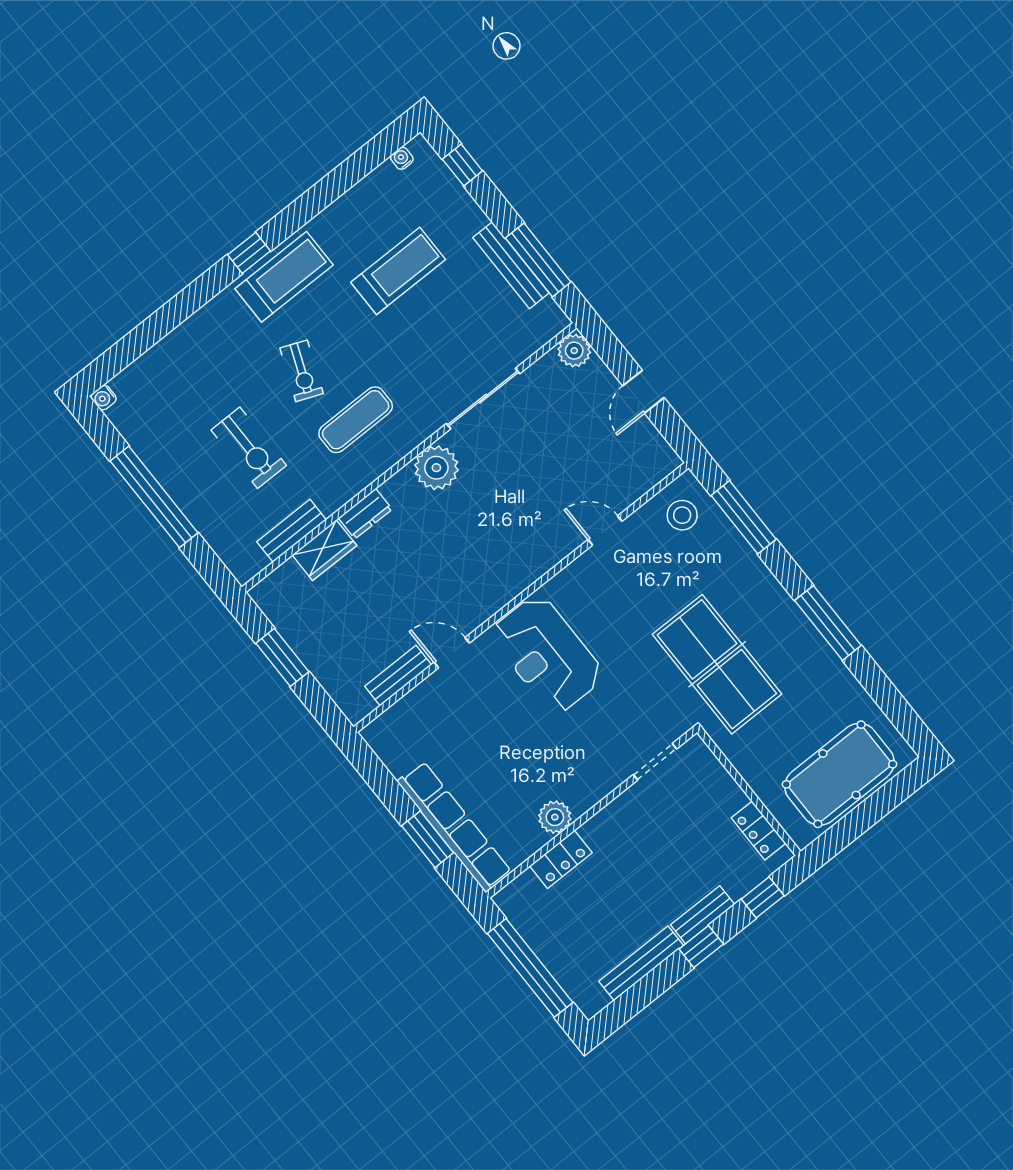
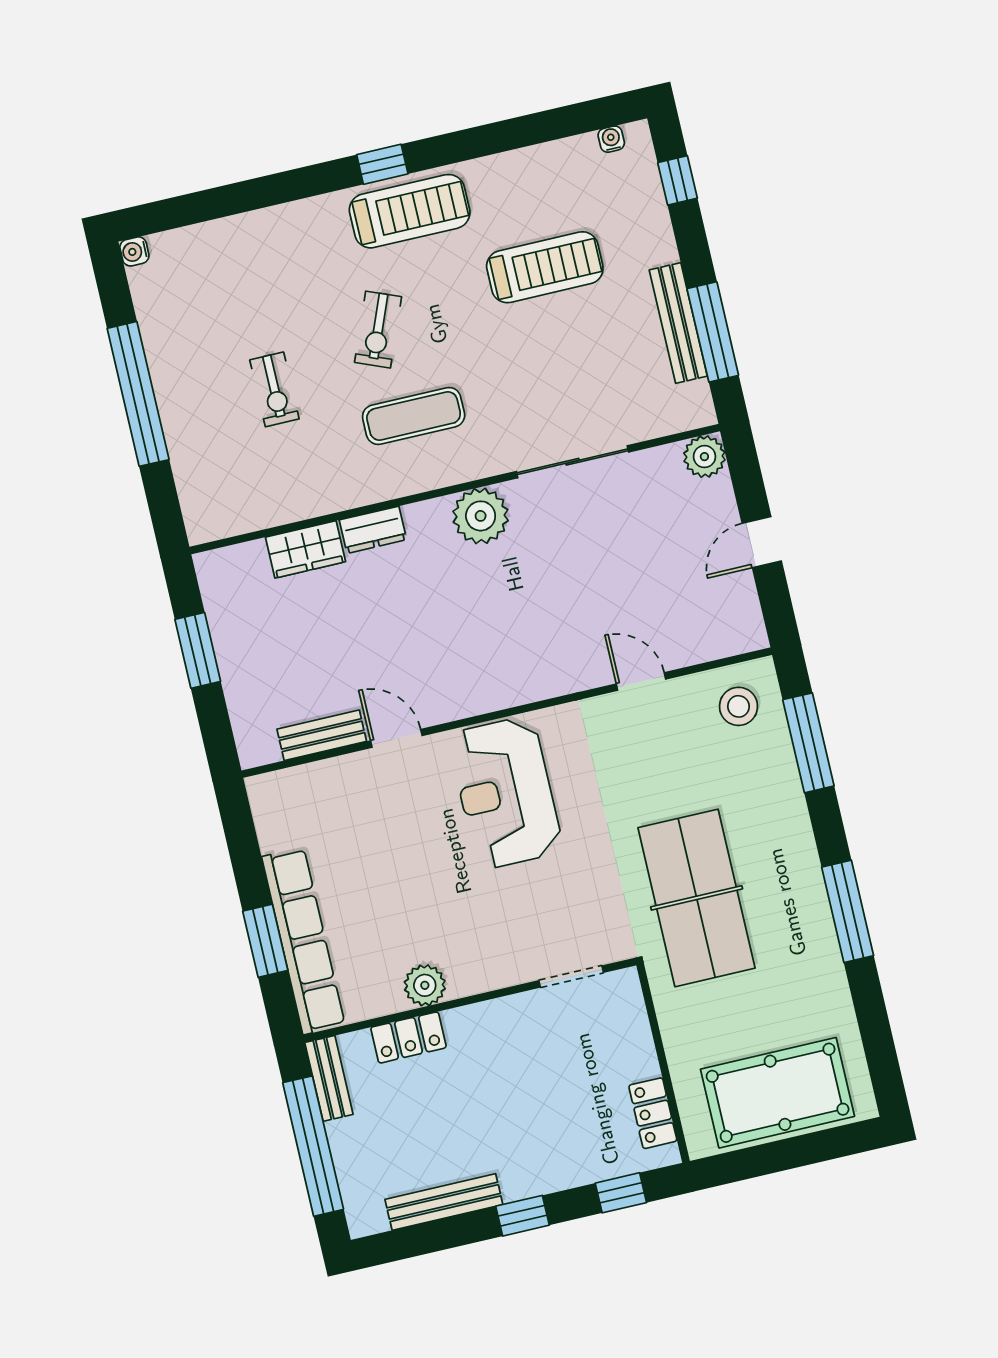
exercise bike: (249, 448) -> (274, 389), width x0.73, depth x0.72
bench: (292, 531) -> (278, 509), removed
bench: (703, 915) -> (329, 1078), moved, turned 90

